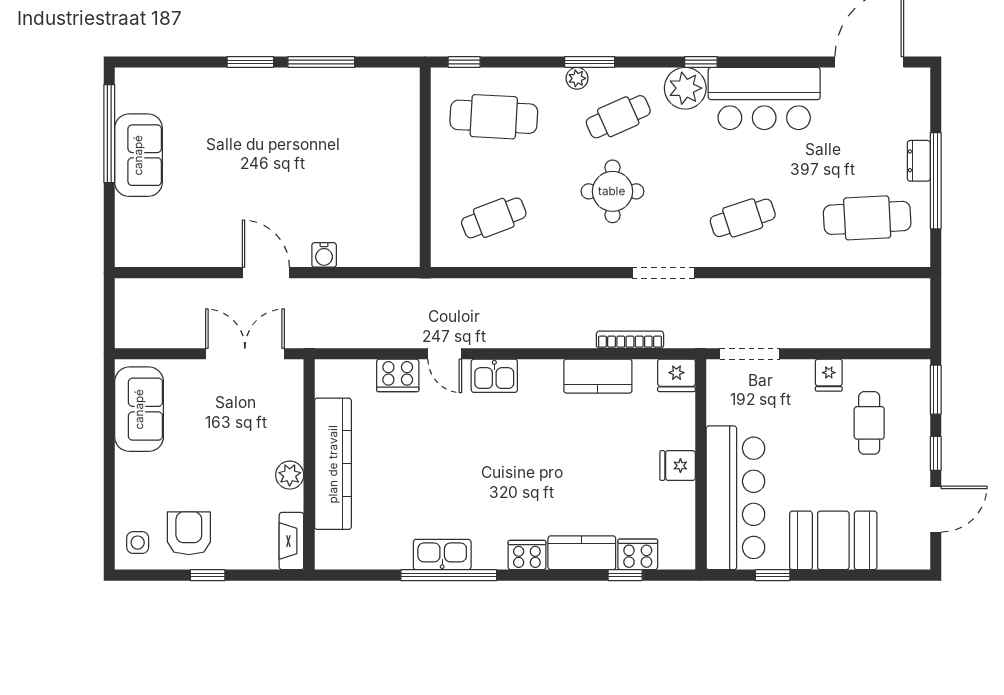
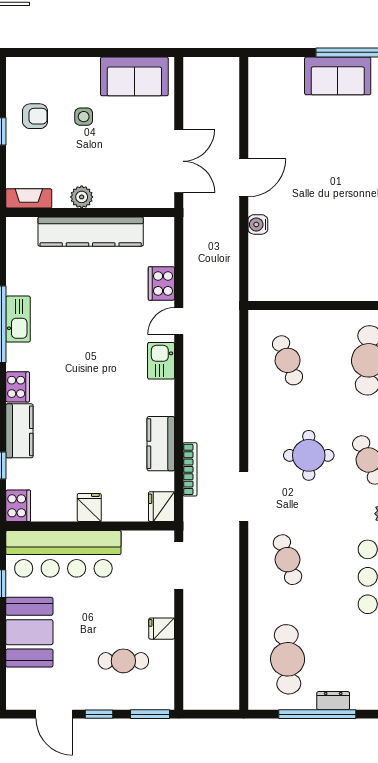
armchair: (189, 533) -> (35, 116), width x0.72, depth x0.72
side table: (138, 543) -> (84, 117), moved
cooker: (638, 554) -> (18, 506), moved

